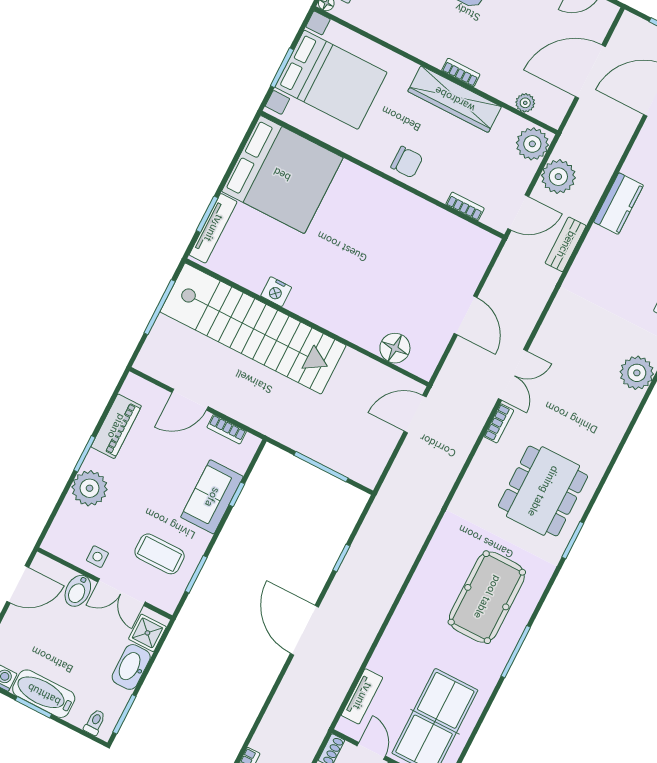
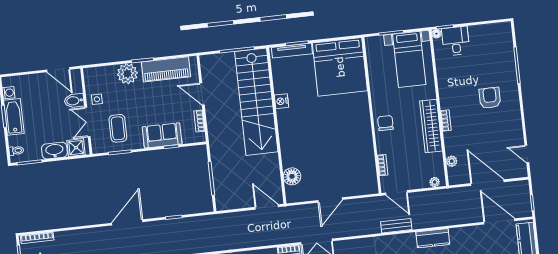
bed with nightstands: (331, 80) -> (409, 59), width x0.73
plant: (532, 144) -> (435, 182), width x0.53, depth x0.53
chair: (407, 162) -> (385, 123), turned 180
plant: (558, 177) -> (427, 201), removed
piano: (116, 426) -> (166, 69), width x1.37, depth x1.33

